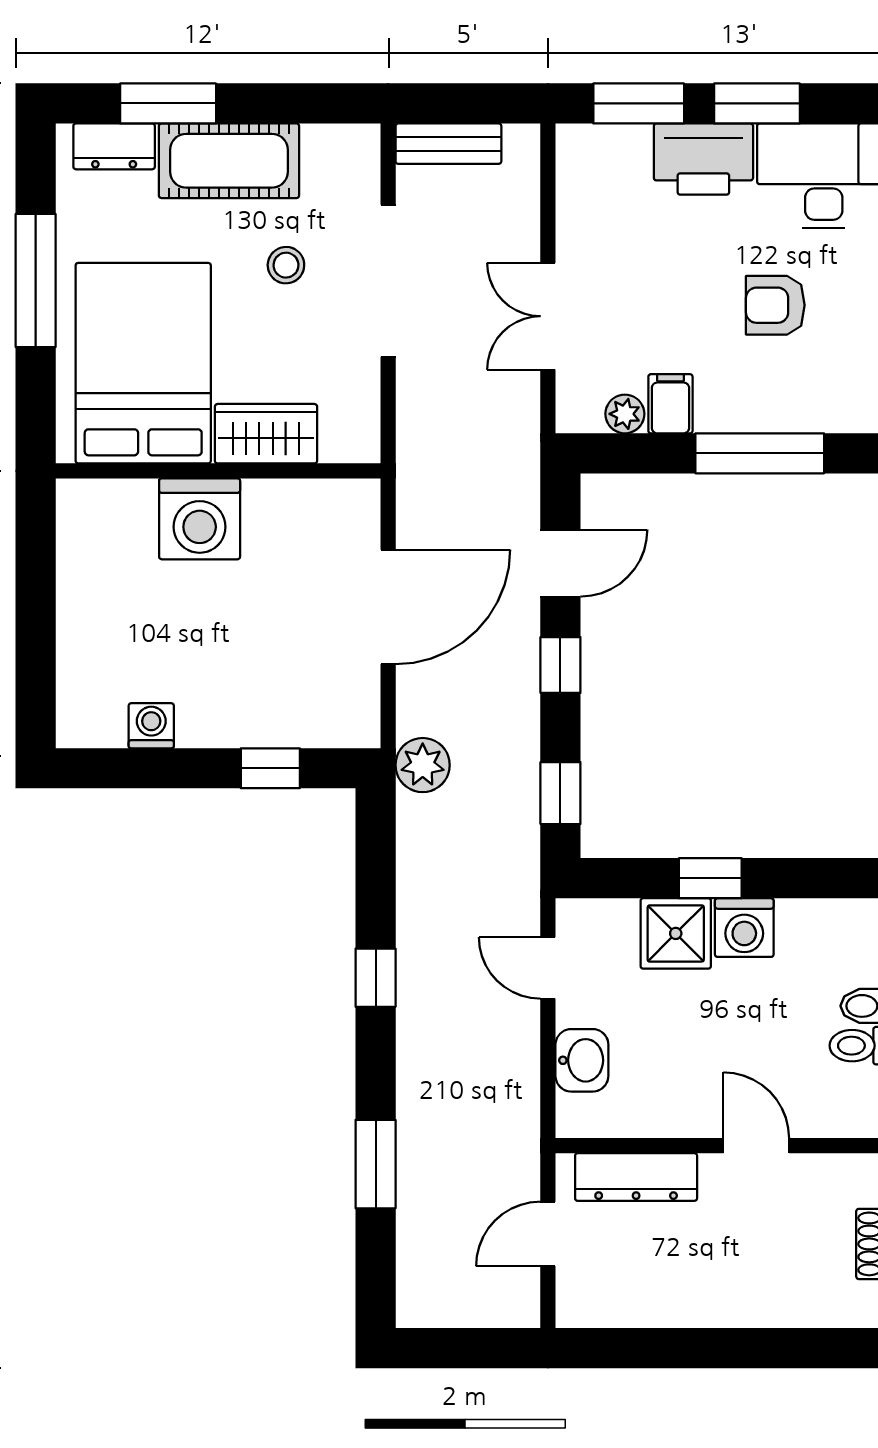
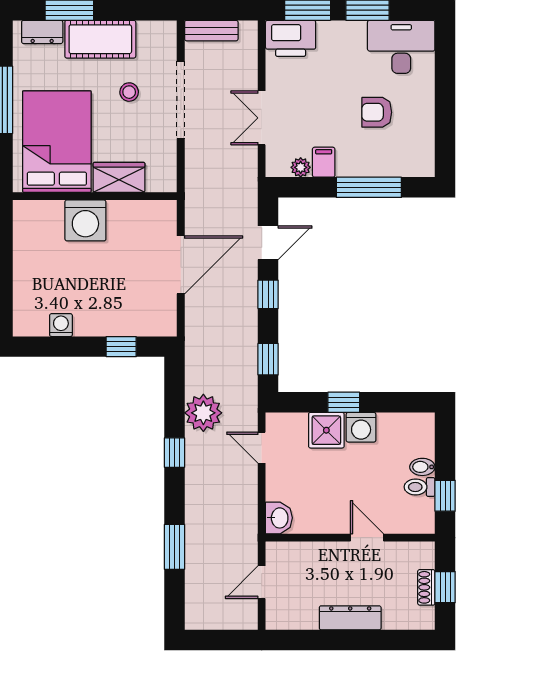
printer: (703, 159) -> (291, 38), moved
plant: (423, 765) -> (203, 413), moved, width x1.36, depth x1.36
washbasin: (582, 1060) -> (279, 518), moved
dresser: (636, 1177) -> (350, 618), moved, turned 180

